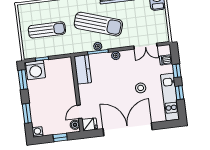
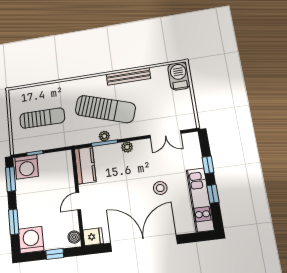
dishwasher: (166, 60) -> (193, 151), removed
door: (79, 112) -> (78, 201), moved
washing machine: (38, 132) -> (31, 240), width x1.89, depth x1.89

